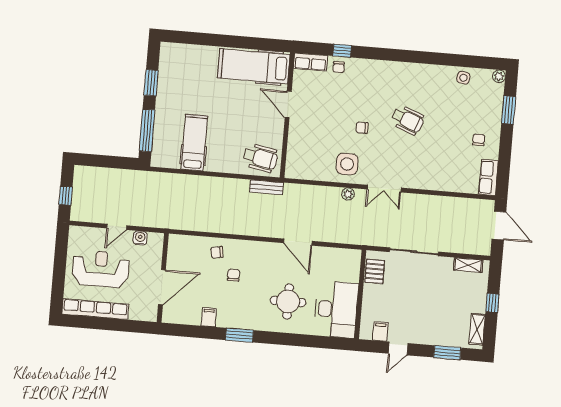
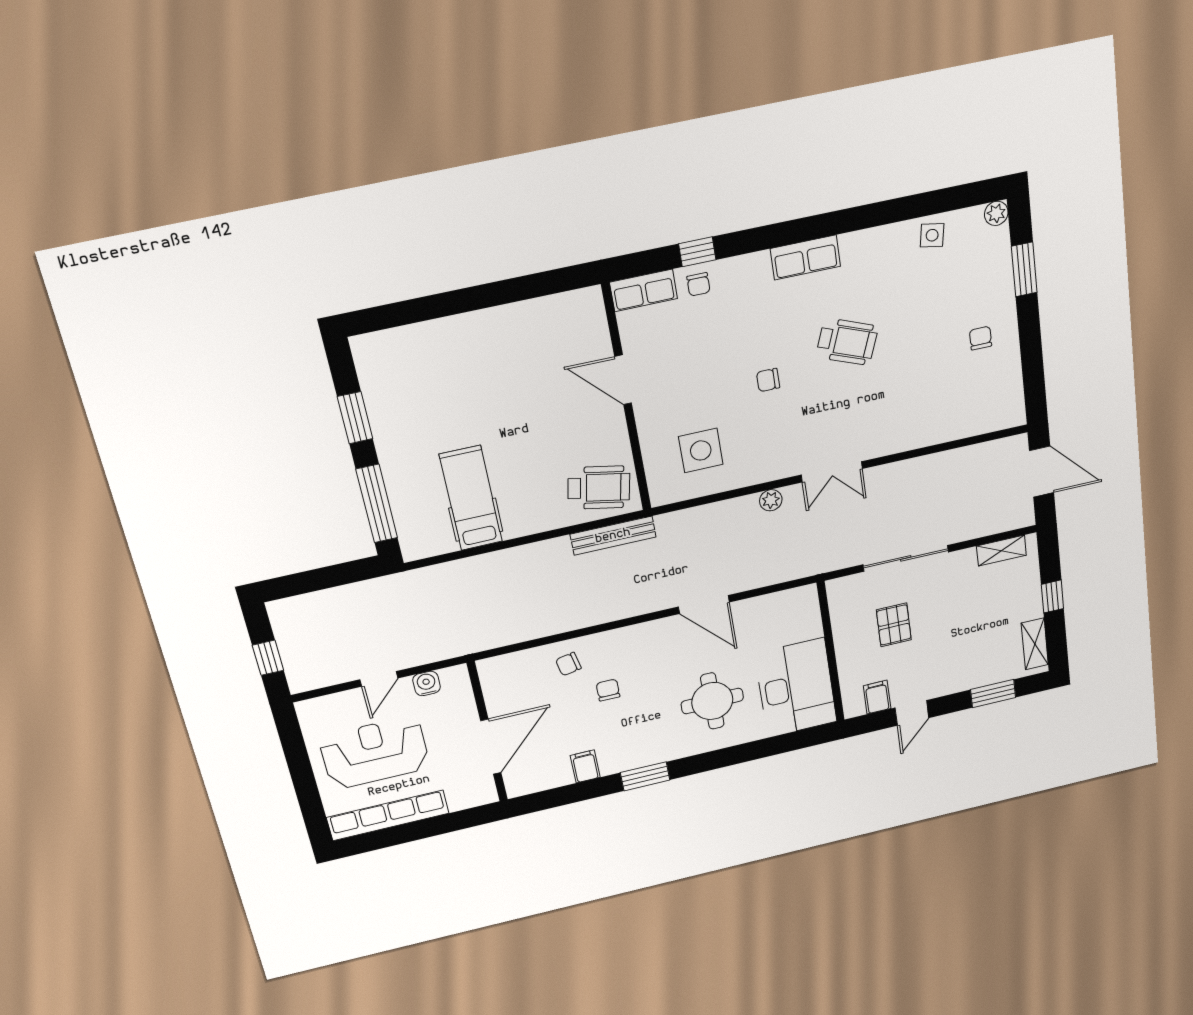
hospital bed: (254, 66) -> (539, 330), removed
side table: (347, 164) -> (701, 450), moved
row of seats: (488, 177) -> (805, 257), moved, turned -90
bench: (266, 187) -> (613, 536), width x1.36
pallet: (375, 271) -> (894, 625), moved

